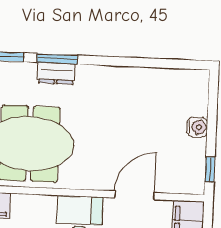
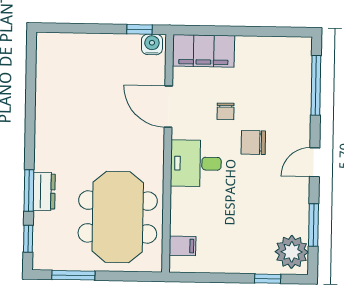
water cooler: (197, 127) -> (152, 44), moved

